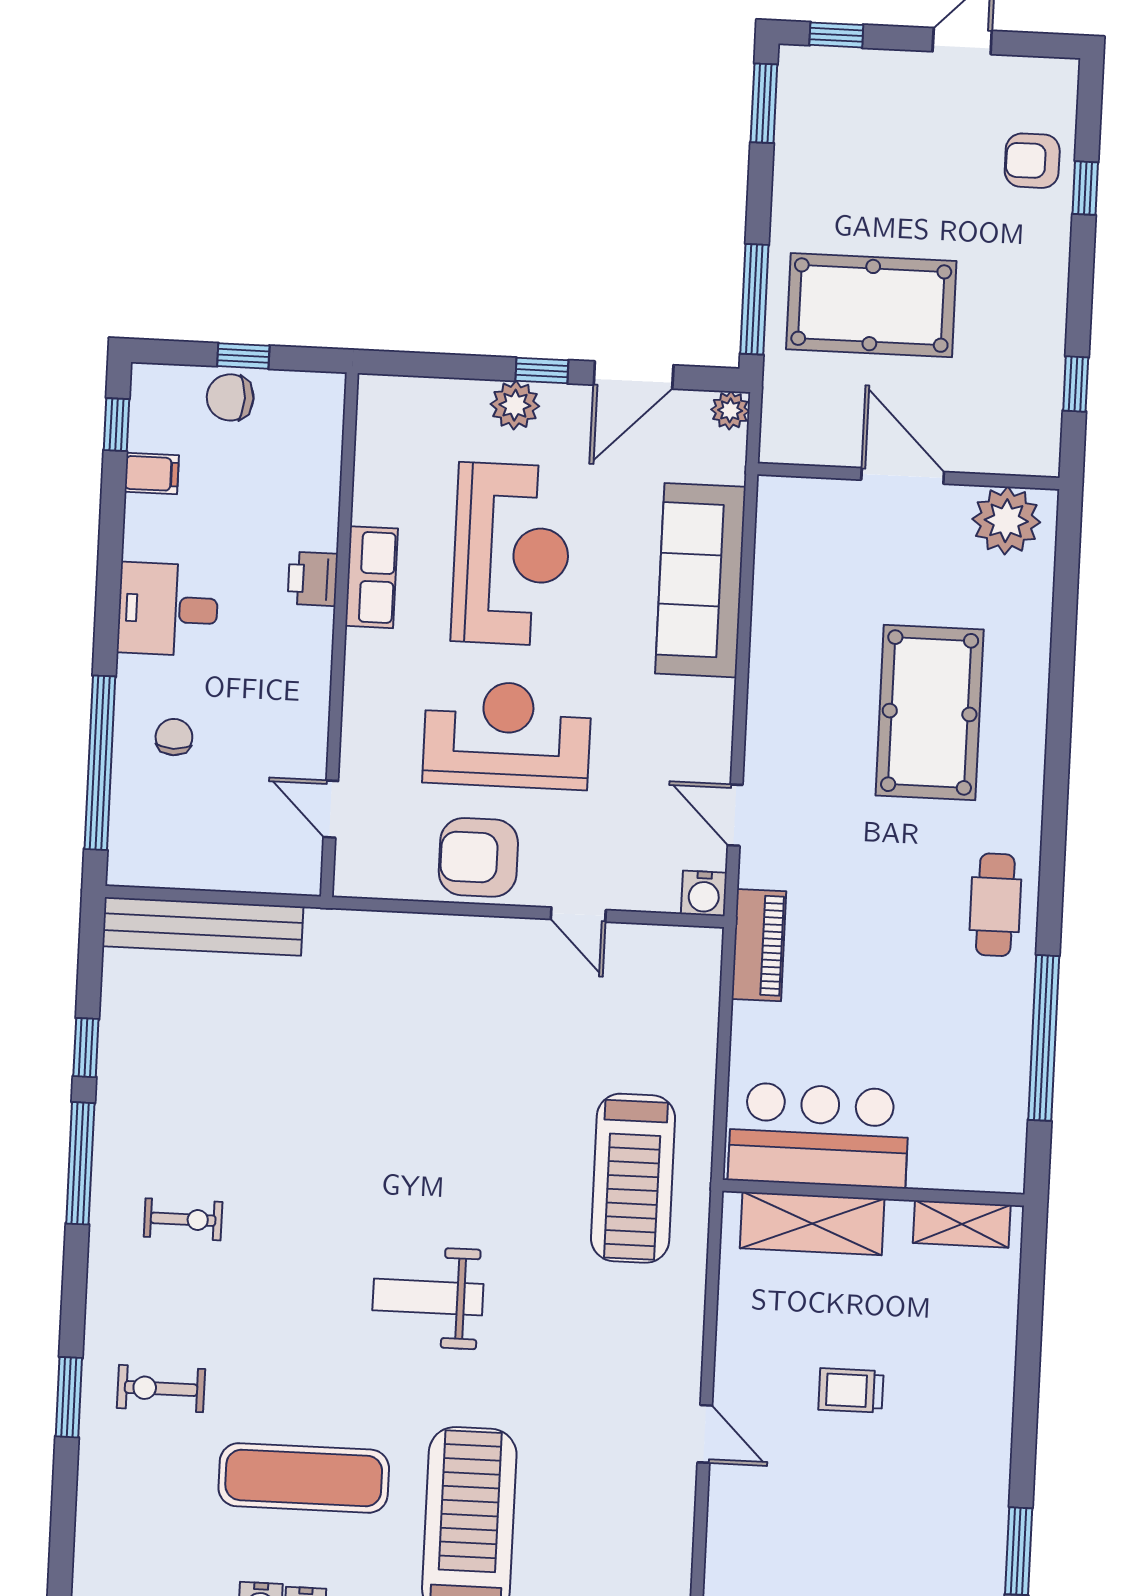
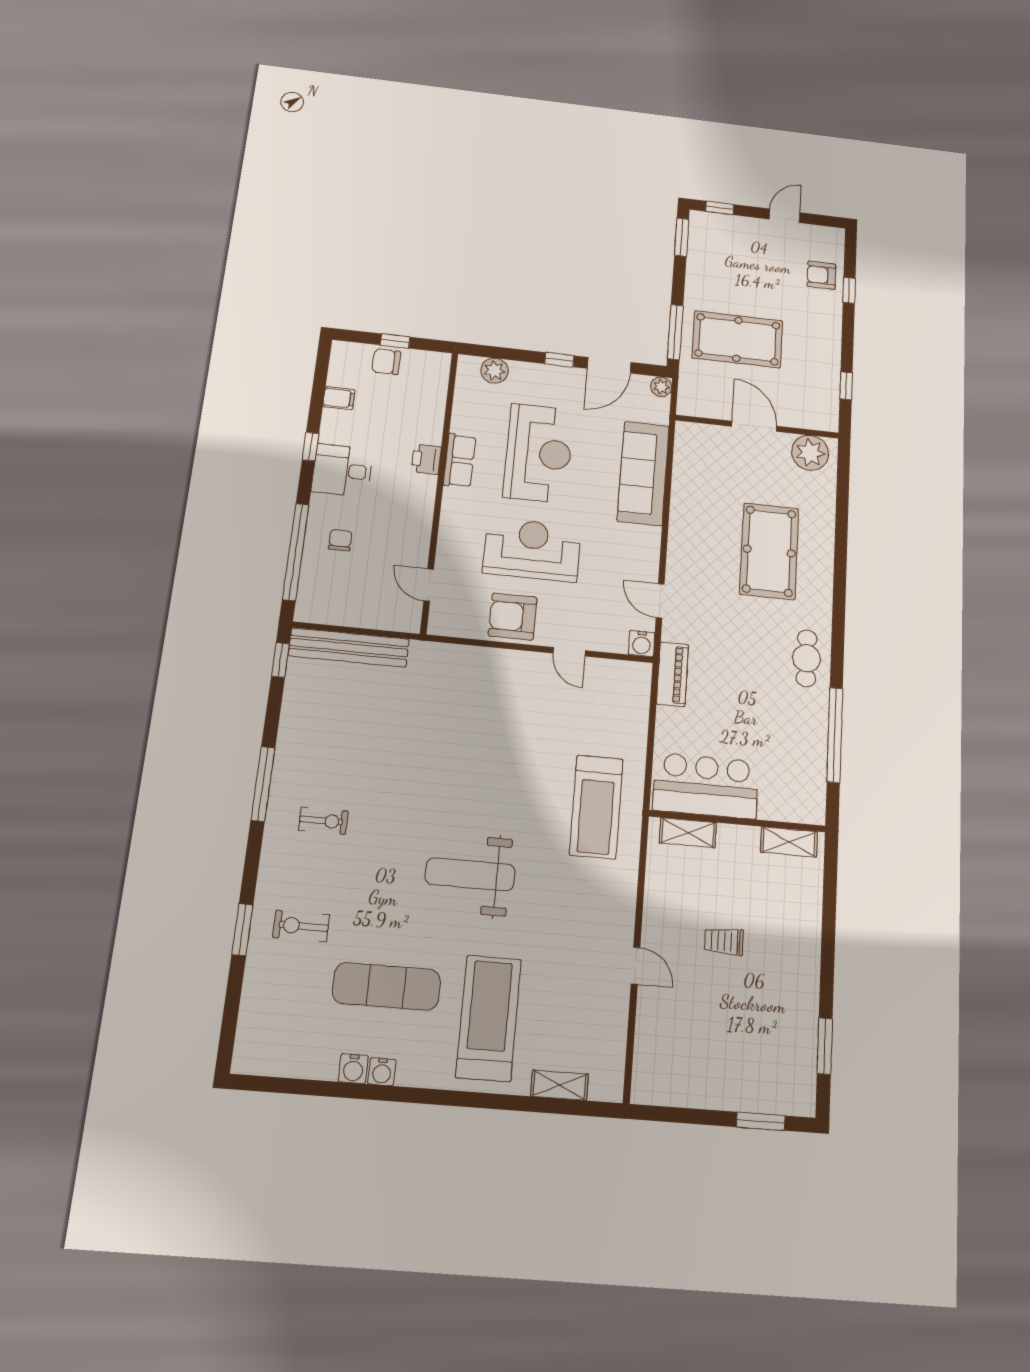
plant: (515, 405) -> (495, 371), moved
window: (116, 425) -> (311, 447), moved
window: (86, 1048) -> (280, 660), moved
shelving: (812, 1224) -> (688, 833), width x0.67, depth x0.75
weight bench: (428, 1297) -> (470, 874), width x1.36, depth x1.33

